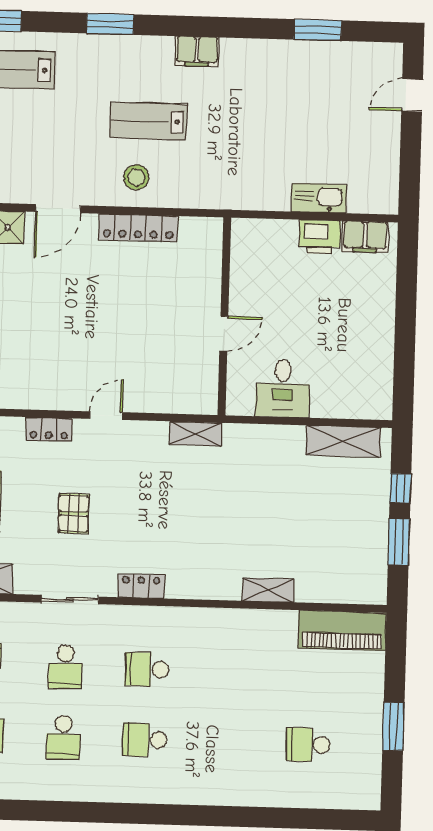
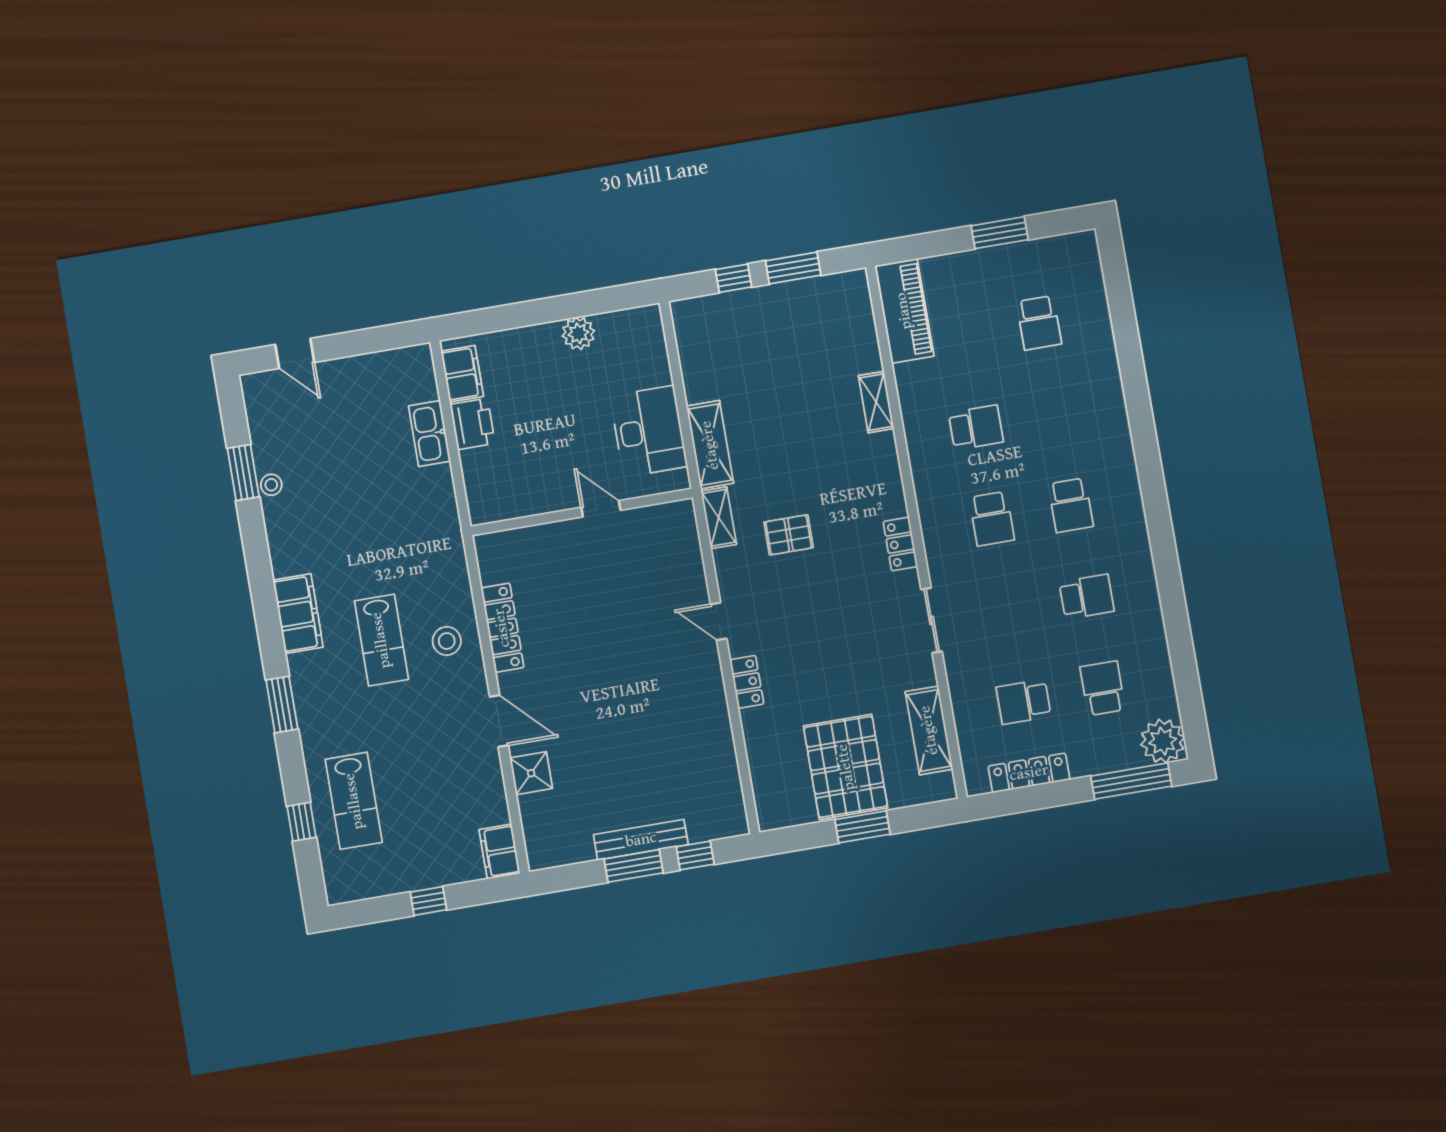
filing cabinet: (197, 51) -> (298, 614), width x1.50, depth x1.17
stool: (302, 52) -> (271, 485), added
plant: (380, 344) -> (578, 333), added
desk: (283, 388) -> (649, 431), width x1.37
shelving: (343, 441) -> (710, 445), moved
pallet: (74, 514) -> (789, 535), moved
school desk: (65, 667) -> (976, 427), moved

